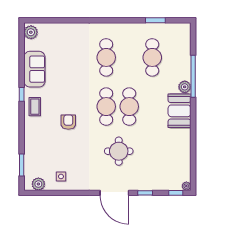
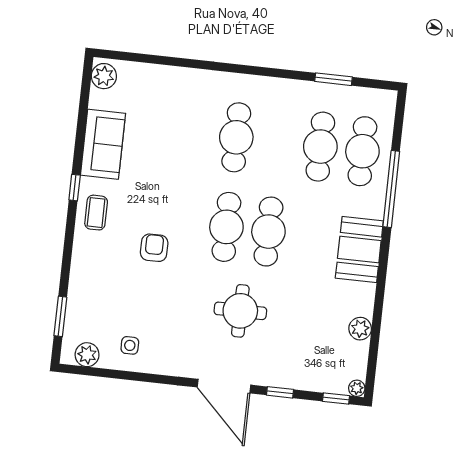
cafe table: (175, 57) -> (362, 151), added
plant: (185, 87) -> (360, 329), moved

